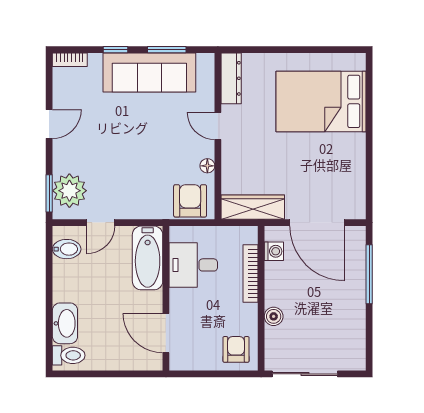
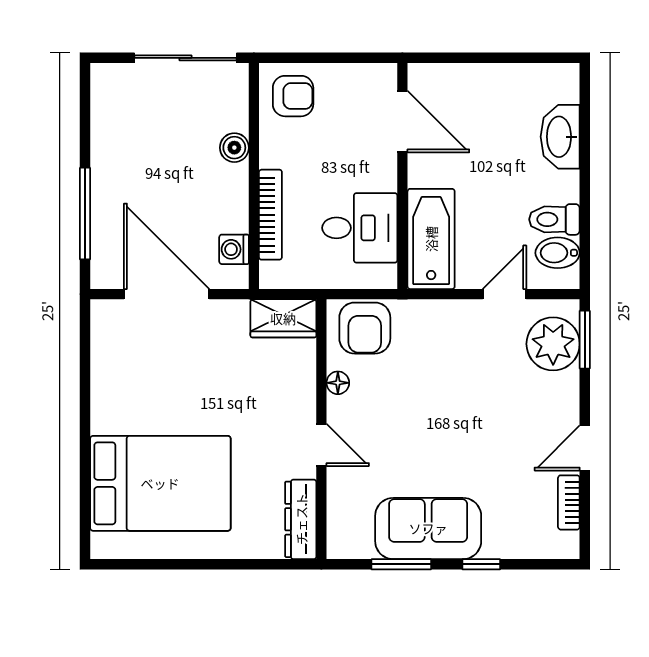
bookcase: (70, 60) -> (569, 502), moved, turned -90
sofa: (149, 72) -> (428, 528), width x0.73
wardrobe: (253, 207) -> (283, 318), width x0.67
armchair: (236, 349) -> (293, 96), turned -90
toilet: (69, 355) -> (554, 219), moved

